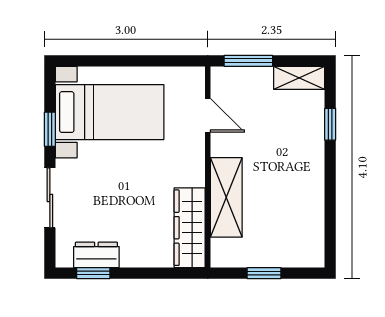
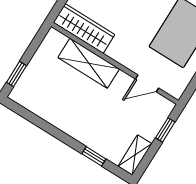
window: (248, 61) -> (165, 130), width x0.67
window: (264, 273) -> (17, 74), moved

